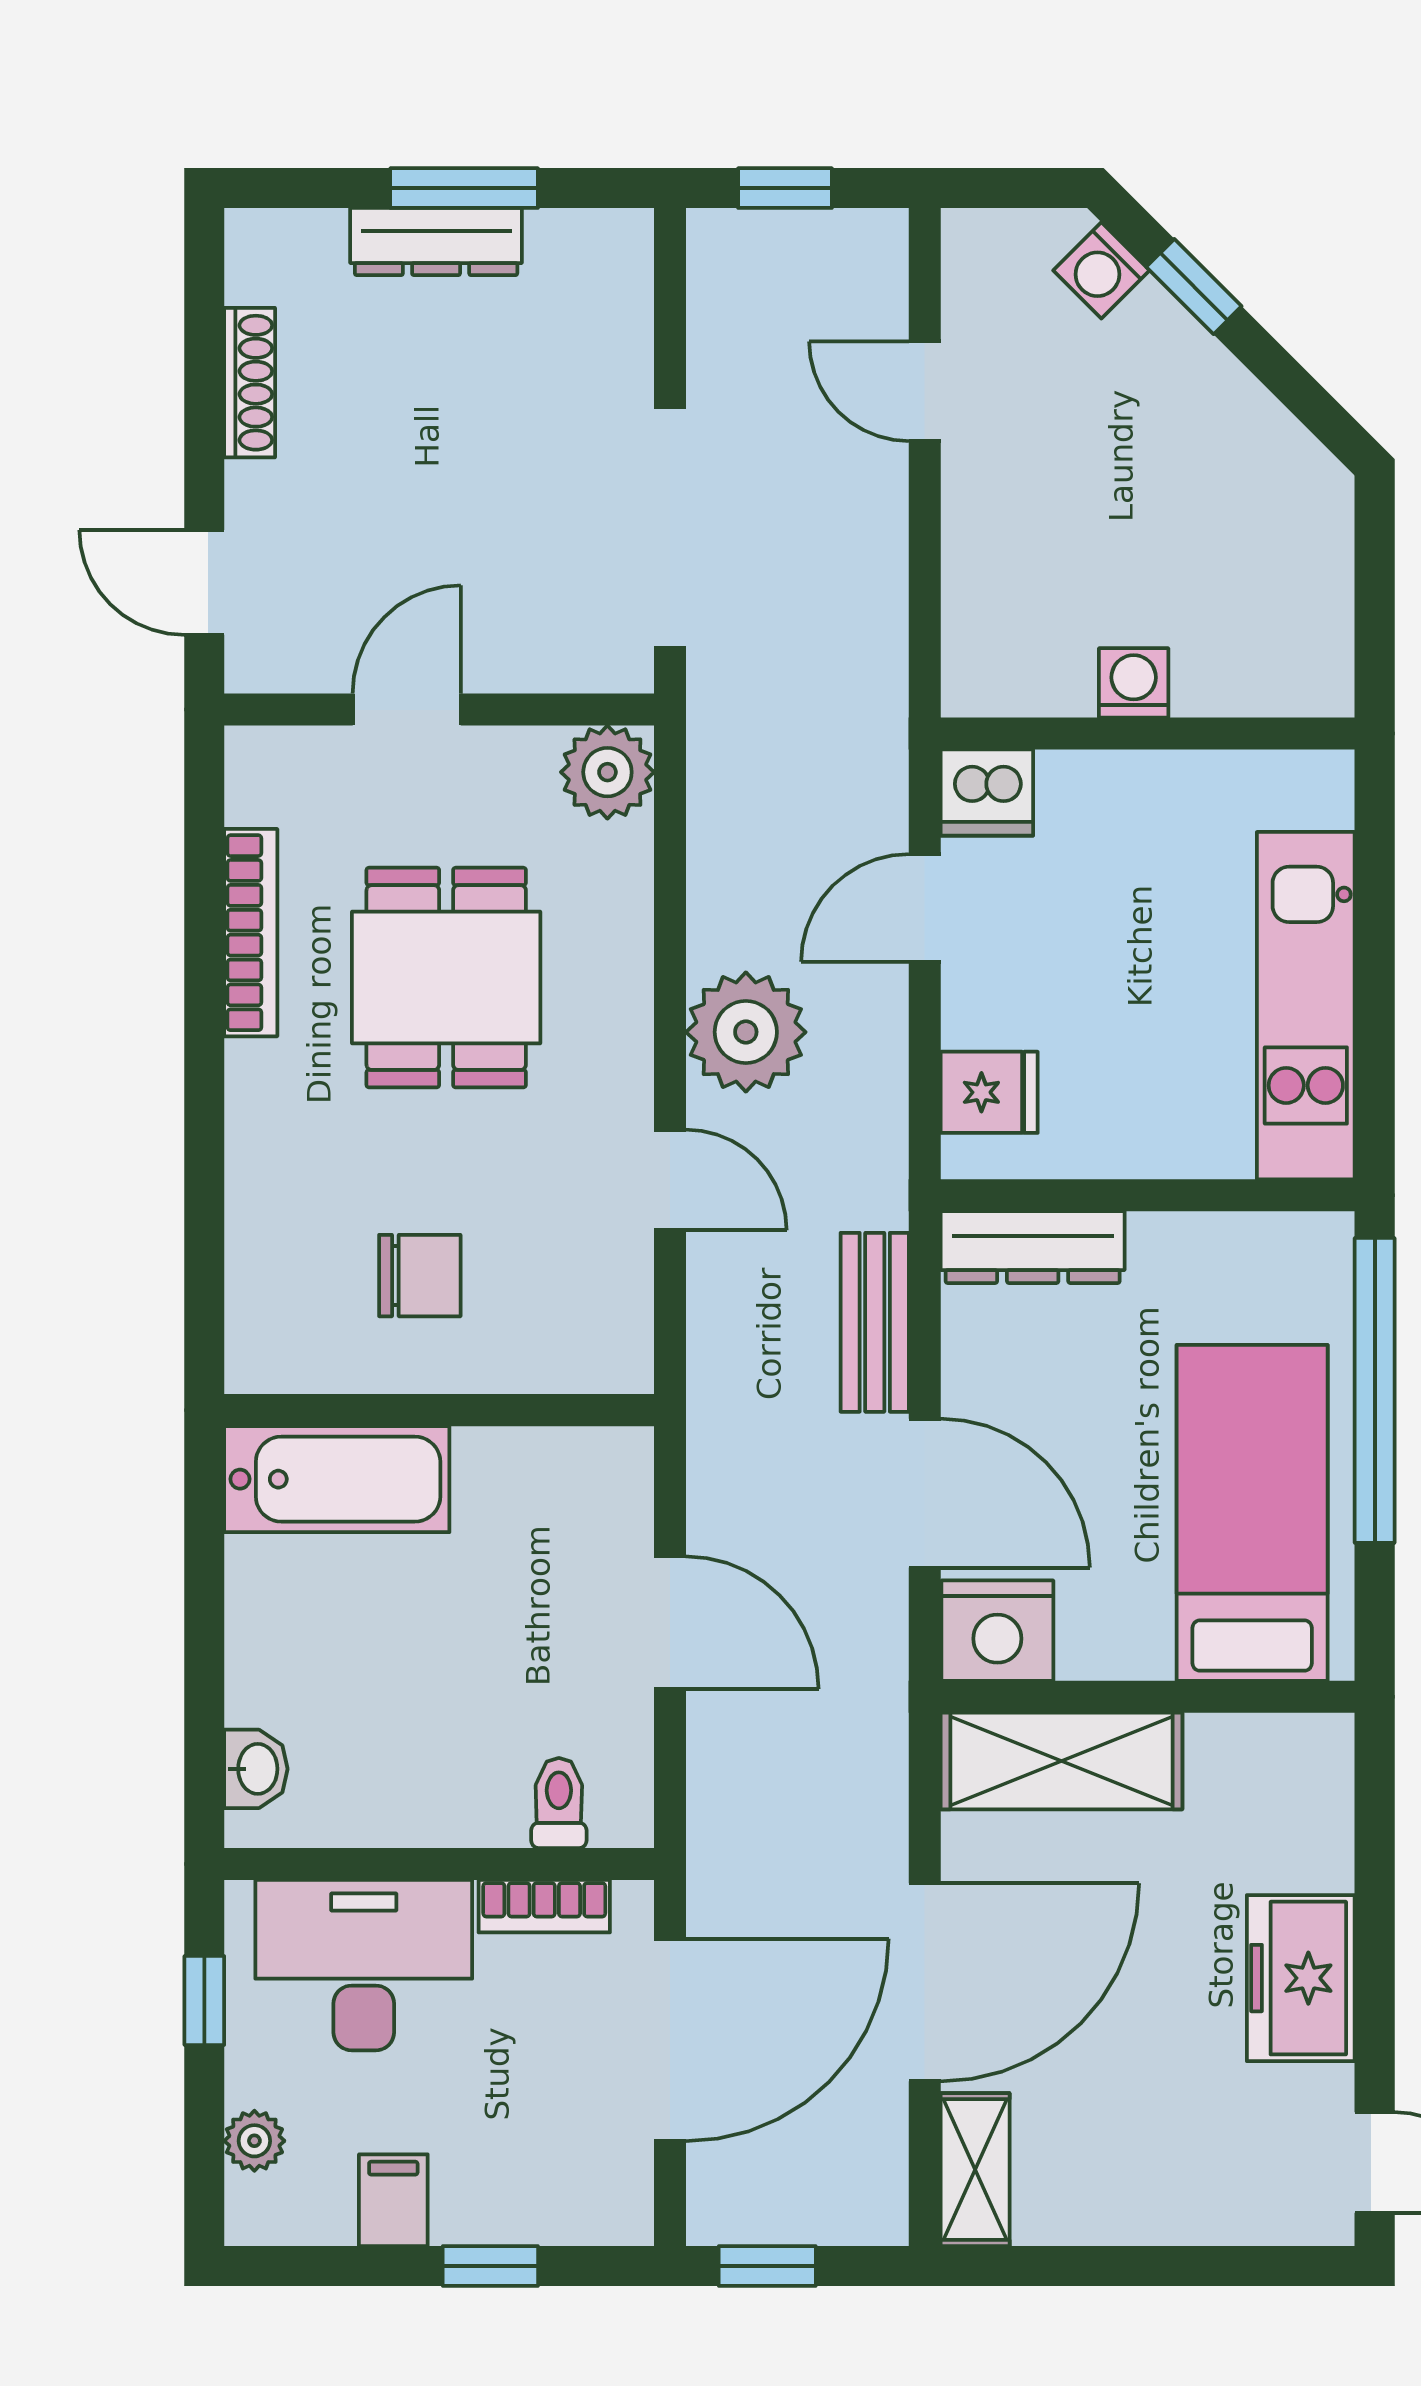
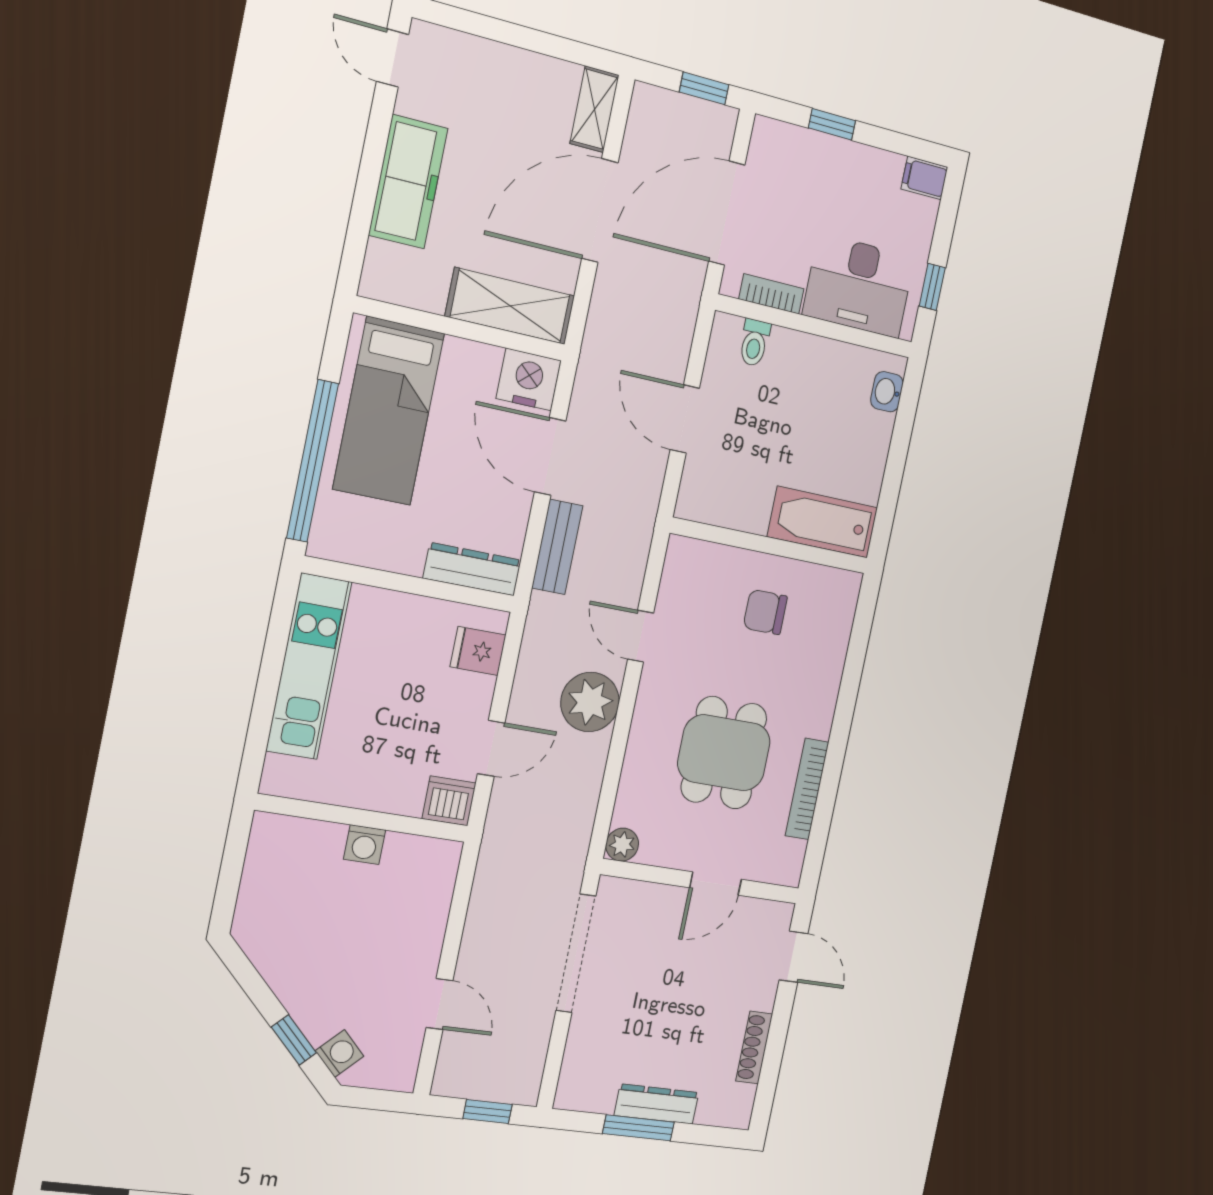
plant: (607, 772) -> (622, 845), width x0.73, depth x0.73
freezer: (1301, 1978) -> (408, 182), width x1.40
plant: (254, 2141) -> (924, 214), removed
filing cabinet: (393, 2200) -> (925, 178), moved, turned 90

